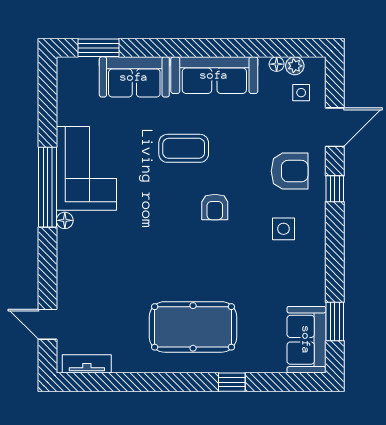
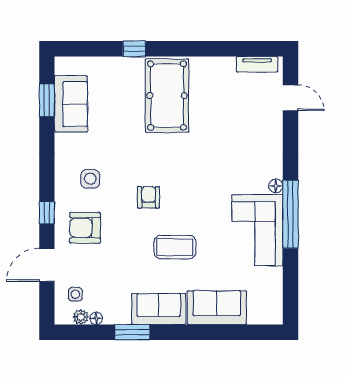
window: (99, 48) -> (132, 332), moved
sofa: (214, 75) -> (159, 309), width x0.73
pool table: (193, 327) -> (167, 96), turned 90
sofa: (306, 340) -> (71, 104), moved

